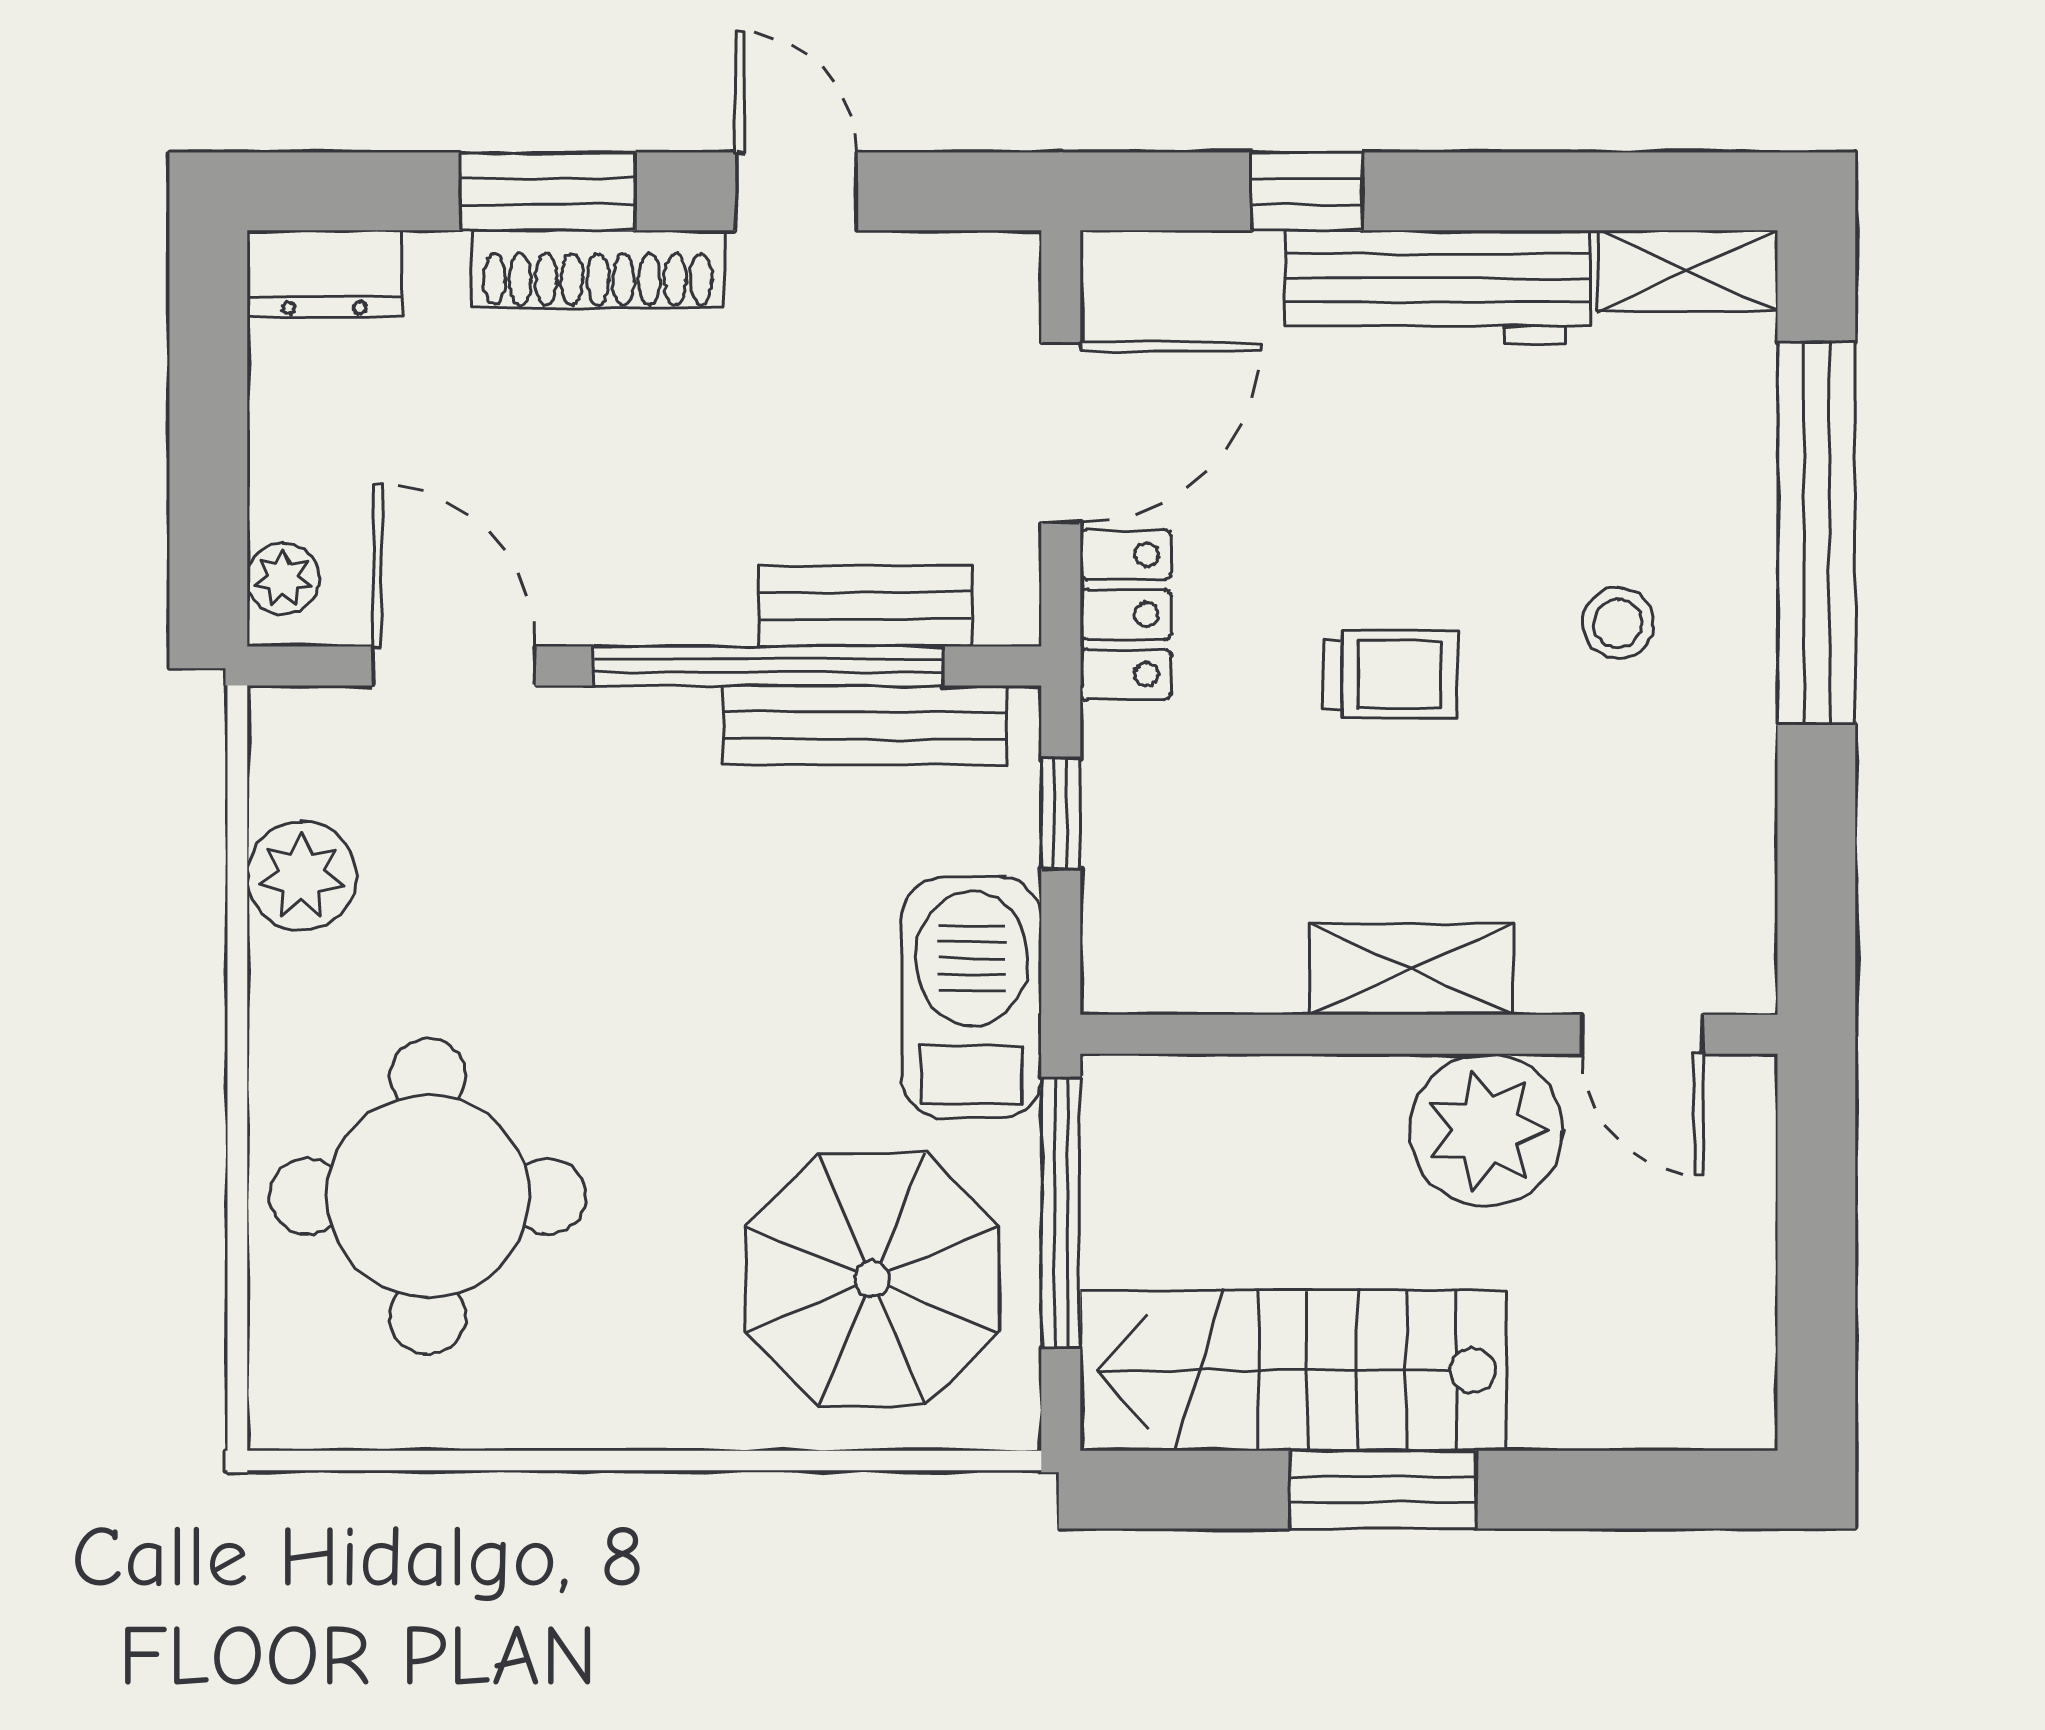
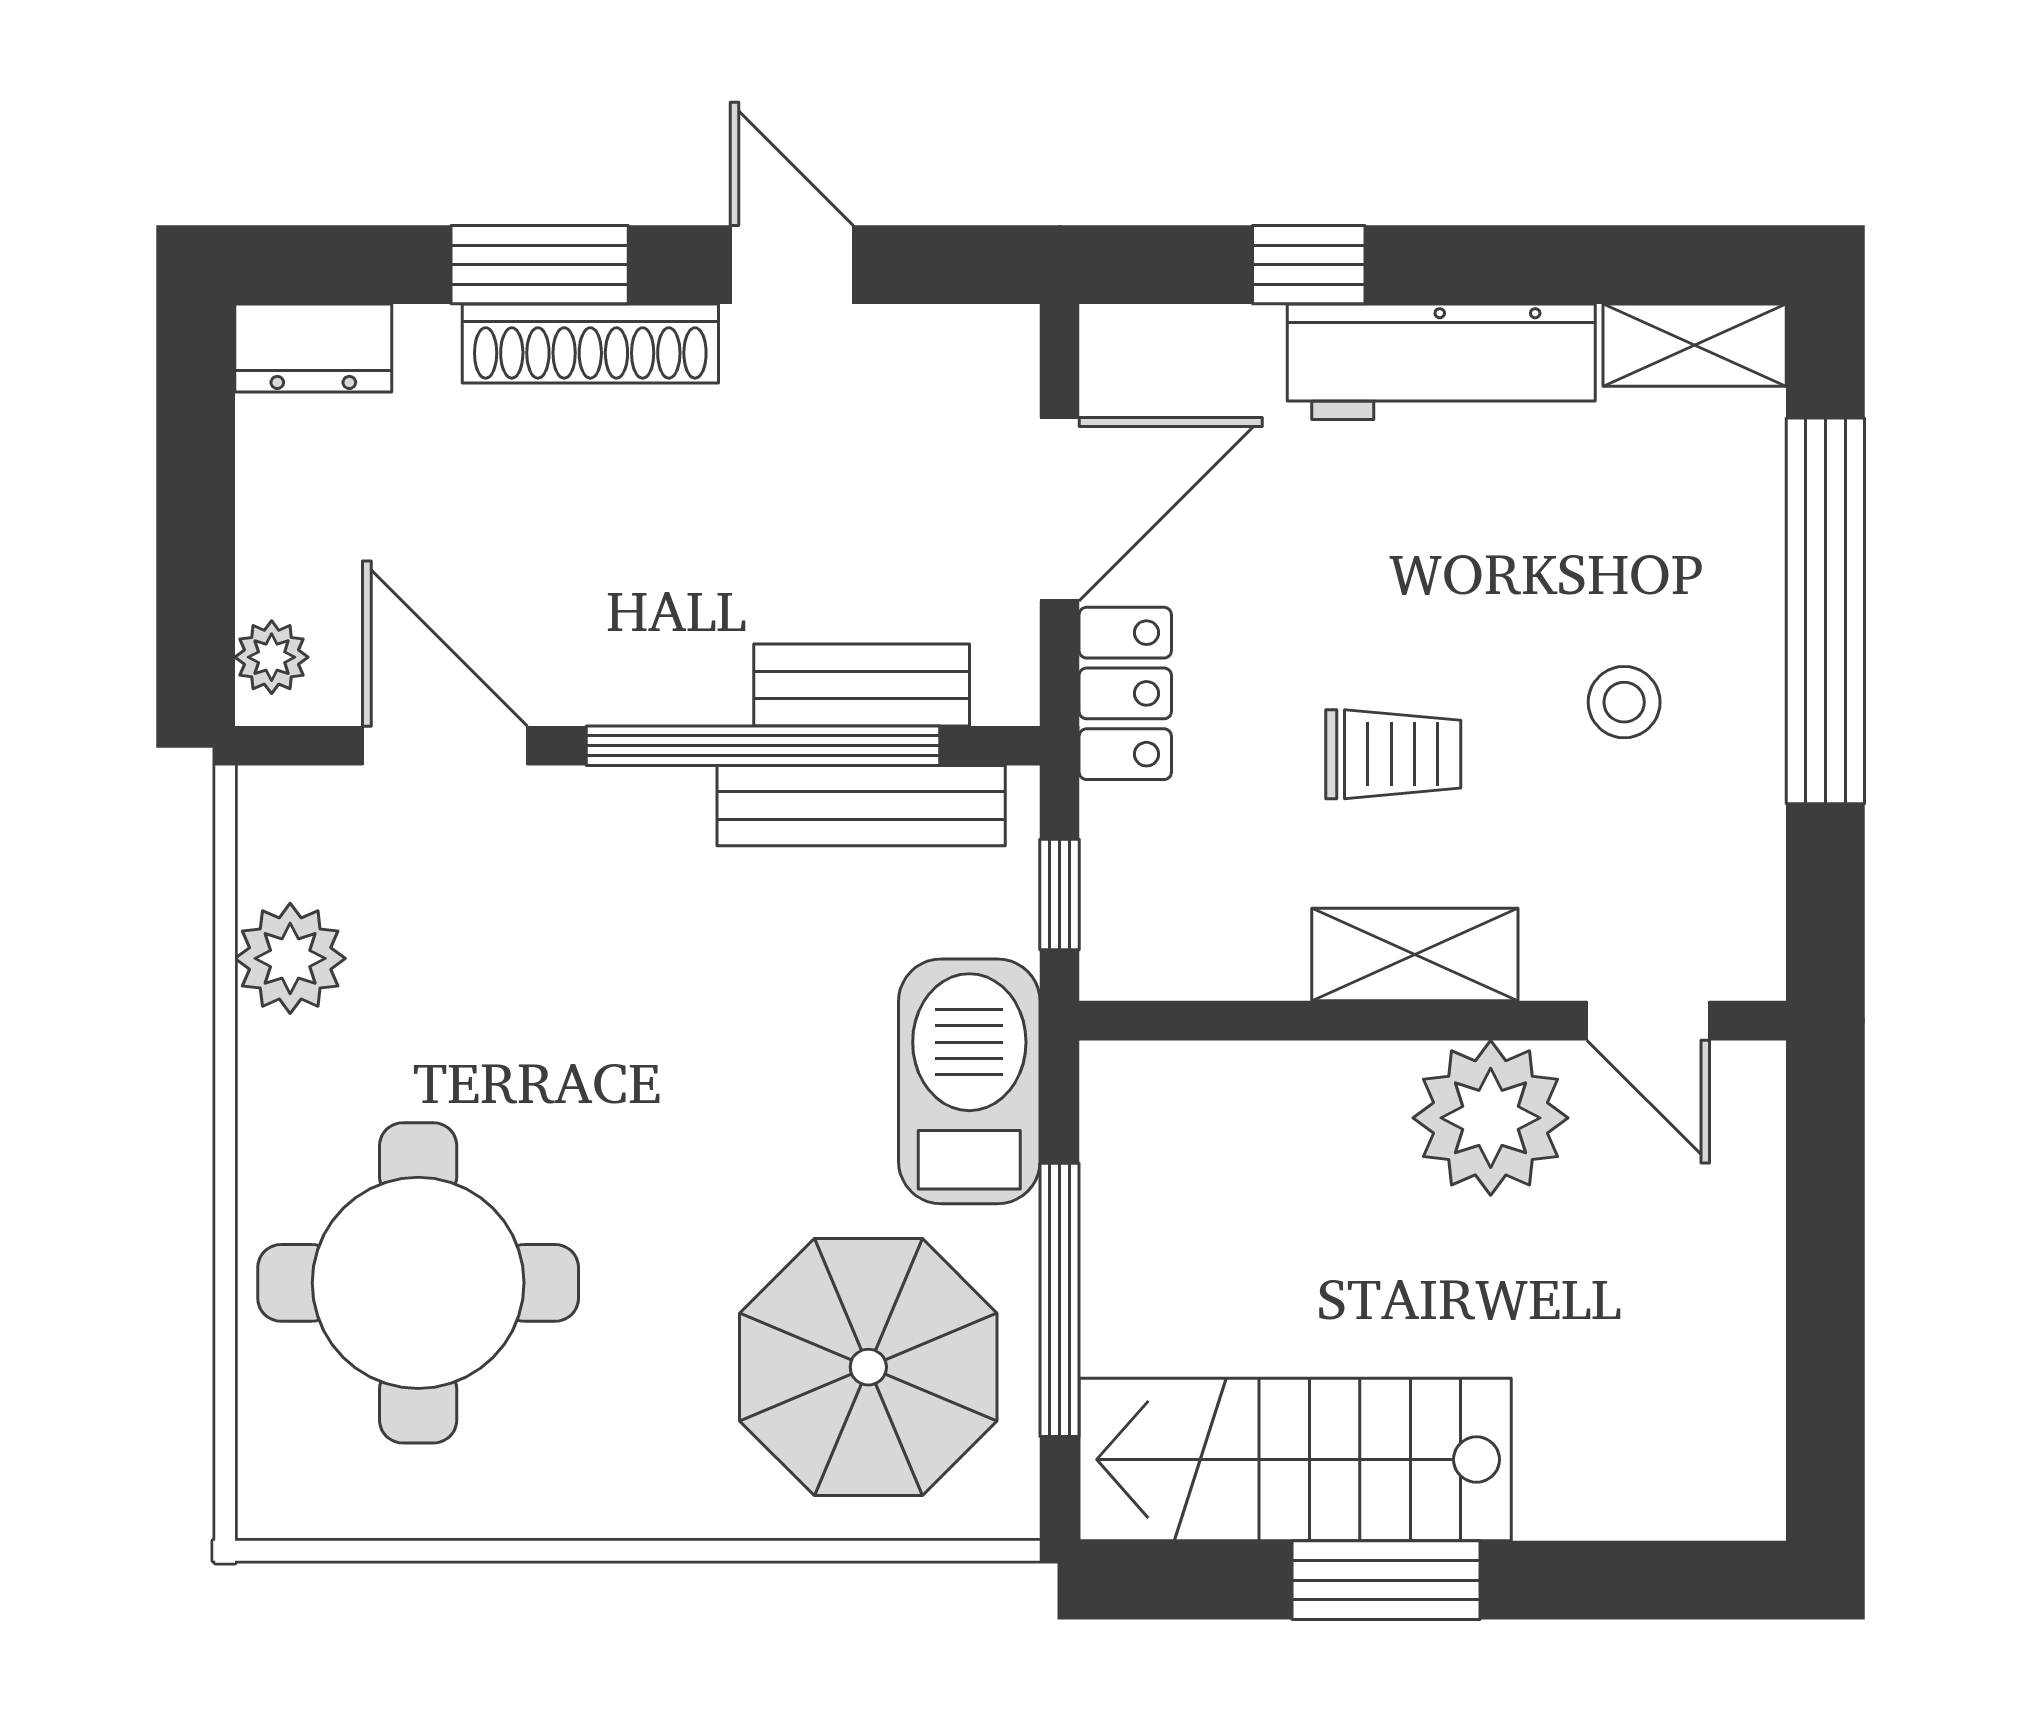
shelving: (1411, 969) -> (1415, 955), moved
wall: (1429, 1034) -> (1433, 1021), moved
door: (1642, 1034) -> (1648, 1021), moved
plant: (1486, 1130) -> (1491, 1118), moved

